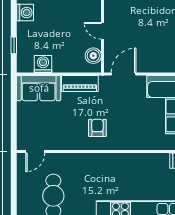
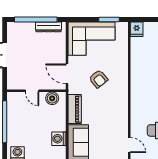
door: (103, 31) -> (32, 91), hinge flipped
armchair: (97, 128) -> (98, 79), moved, turned -129

